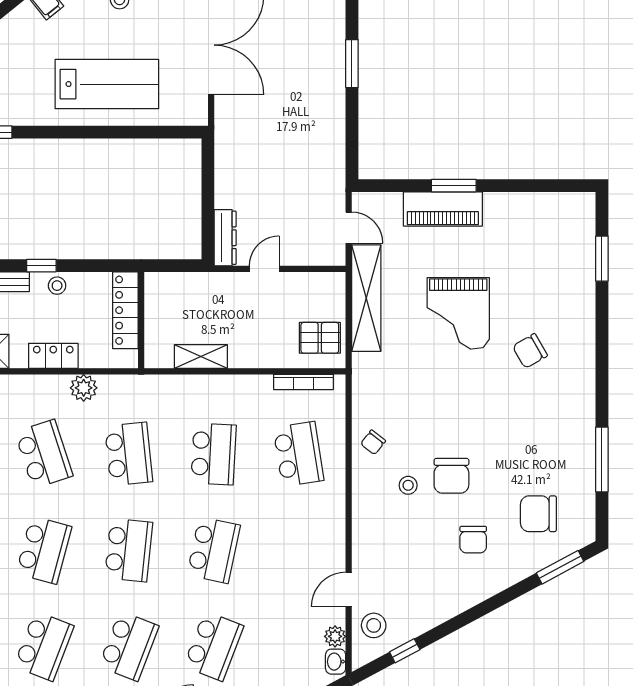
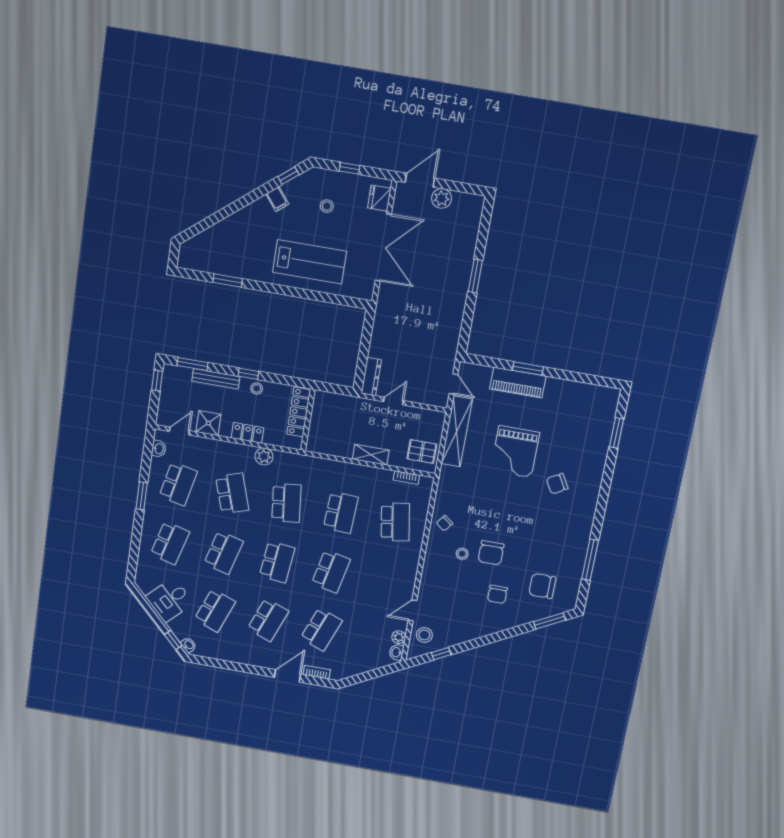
shelving: (201, 356) -> (371, 455), moved
bookcase: (303, 382) -> (406, 478), width x0.64

